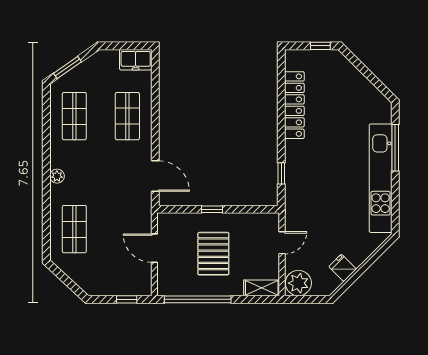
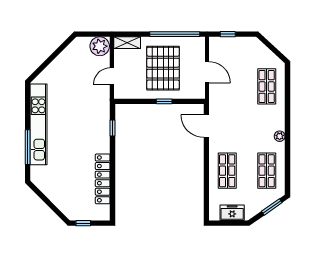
freezer: (136, 60) -> (232, 213), moved
plant: (57, 176) -> (280, 136), moved
pallet: (213, 254) -> (163, 68), width x1.37, depth x1.41
fridge: (343, 268) -> (67, 58), removed

